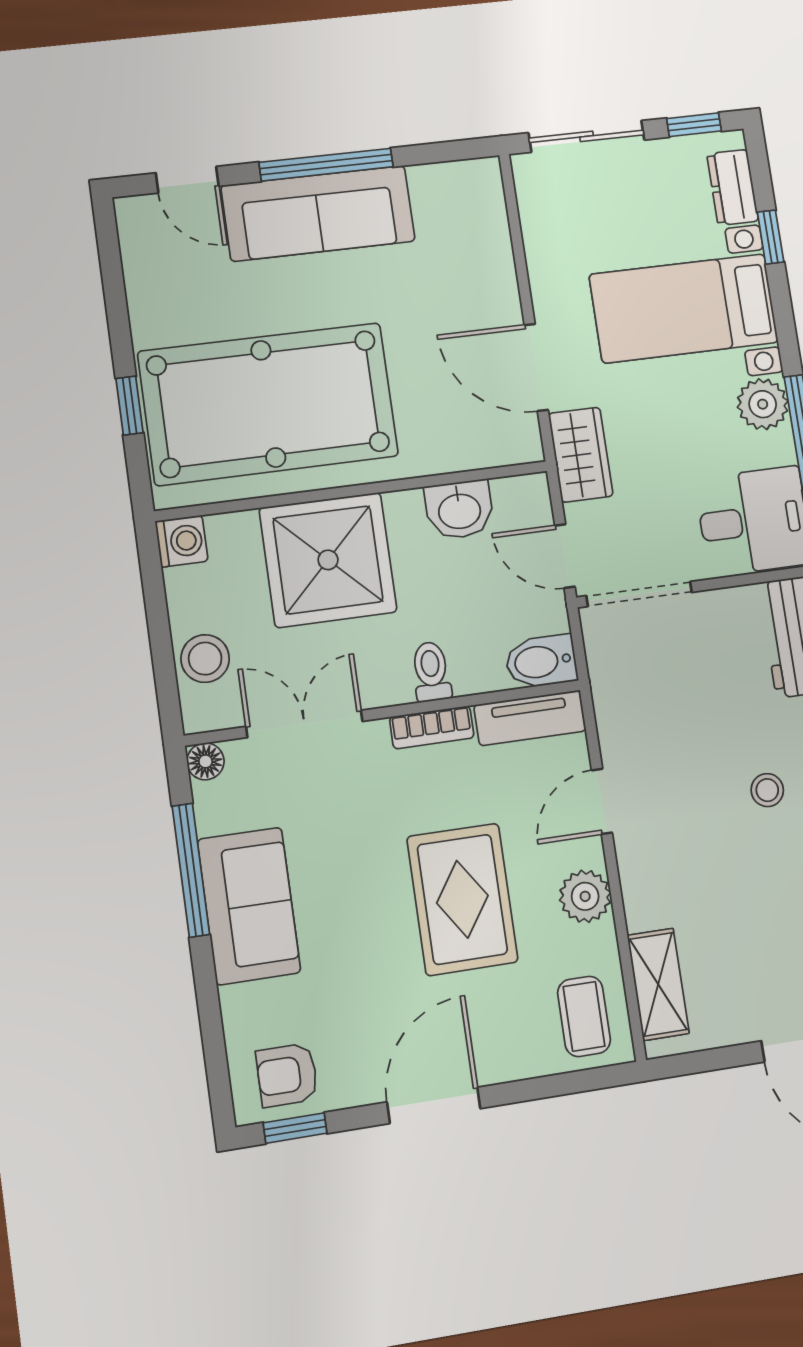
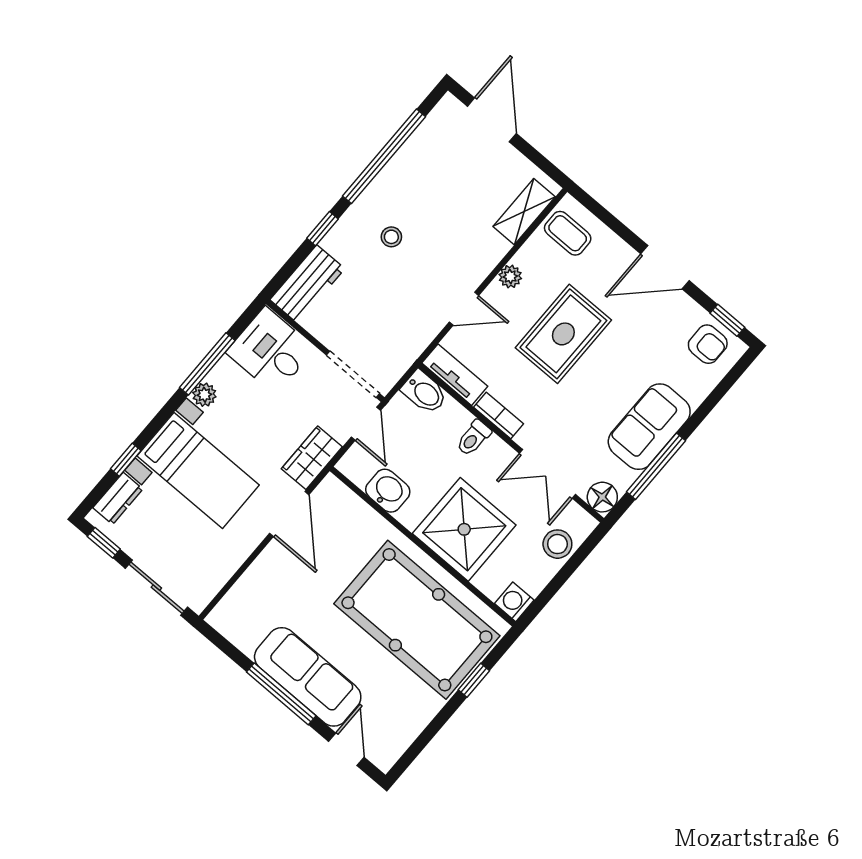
plant: (763, 404) -> (204, 395), width x0.73, depth x0.73
floor lamp: (205, 761) -> (602, 497), width x1.37, depth x1.37
plant: (585, 896) -> (510, 277), width x0.73, depth x0.73
coffee table: (584, 1016) -> (568, 233), turned 90

